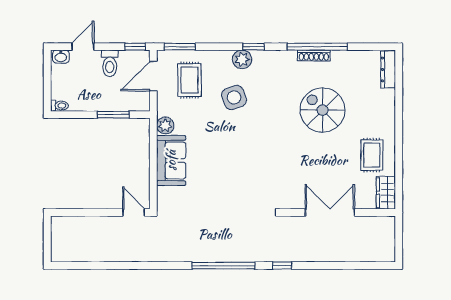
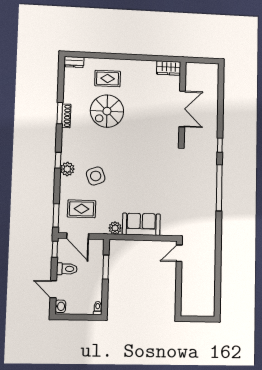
window: (317, 47) -> (60, 113), width x0.47
dresser: (388, 69) -> (74, 62), width x0.70
rug: (372, 155) -> (108, 79), moved
double door: (330, 212) -> (182, 109), swing flipped

